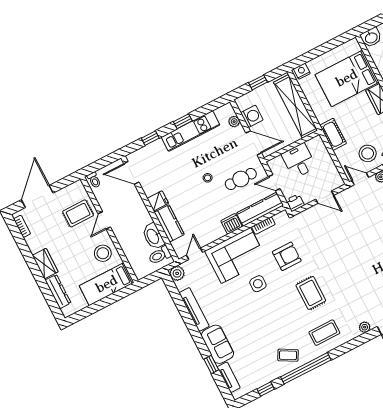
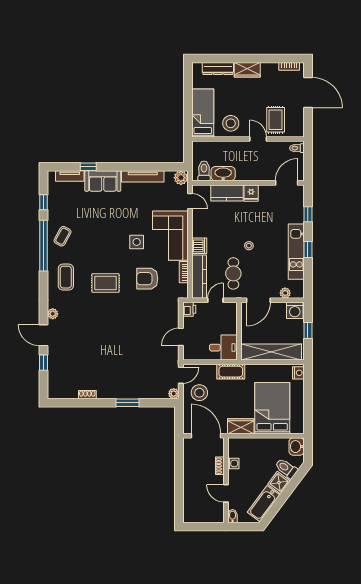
washing machine: (252, 116) -> (295, 310), moved
desk: (299, 161) -> (223, 348), moved
armchair: (287, 256) -> (147, 279), turned 90

